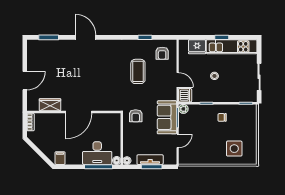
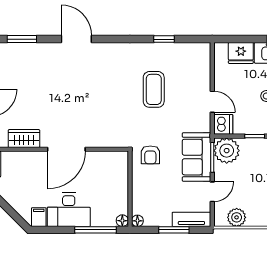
armchair: (162, 53) -> (189, 62), removed
plant: (183, 109) -> (227, 151), width x1.88, depth x1.88
desk: (97, 153) -> (69, 210), moved
plant: (194, 158) -> (237, 217), added
tv unit: (150, 160) -> (191, 219), moved

